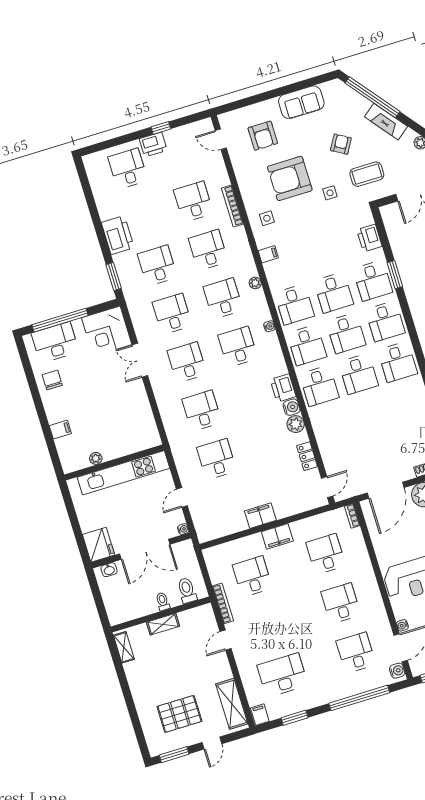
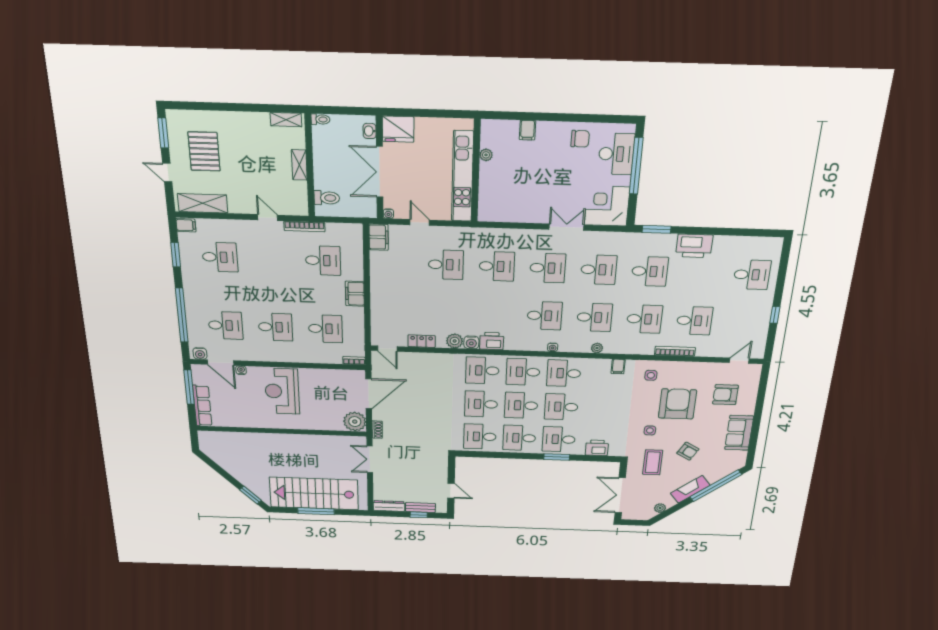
printer: (153, 145) -> (763, 304), removed
door: (386, 490) -> (369, 394), swing flipped
filing cabinet: (260, 516) -> (379, 237), moved
toilet: (163, 601) -> (320, 119), moved
desk: (282, 675) -> (220, 257), width x0.73

